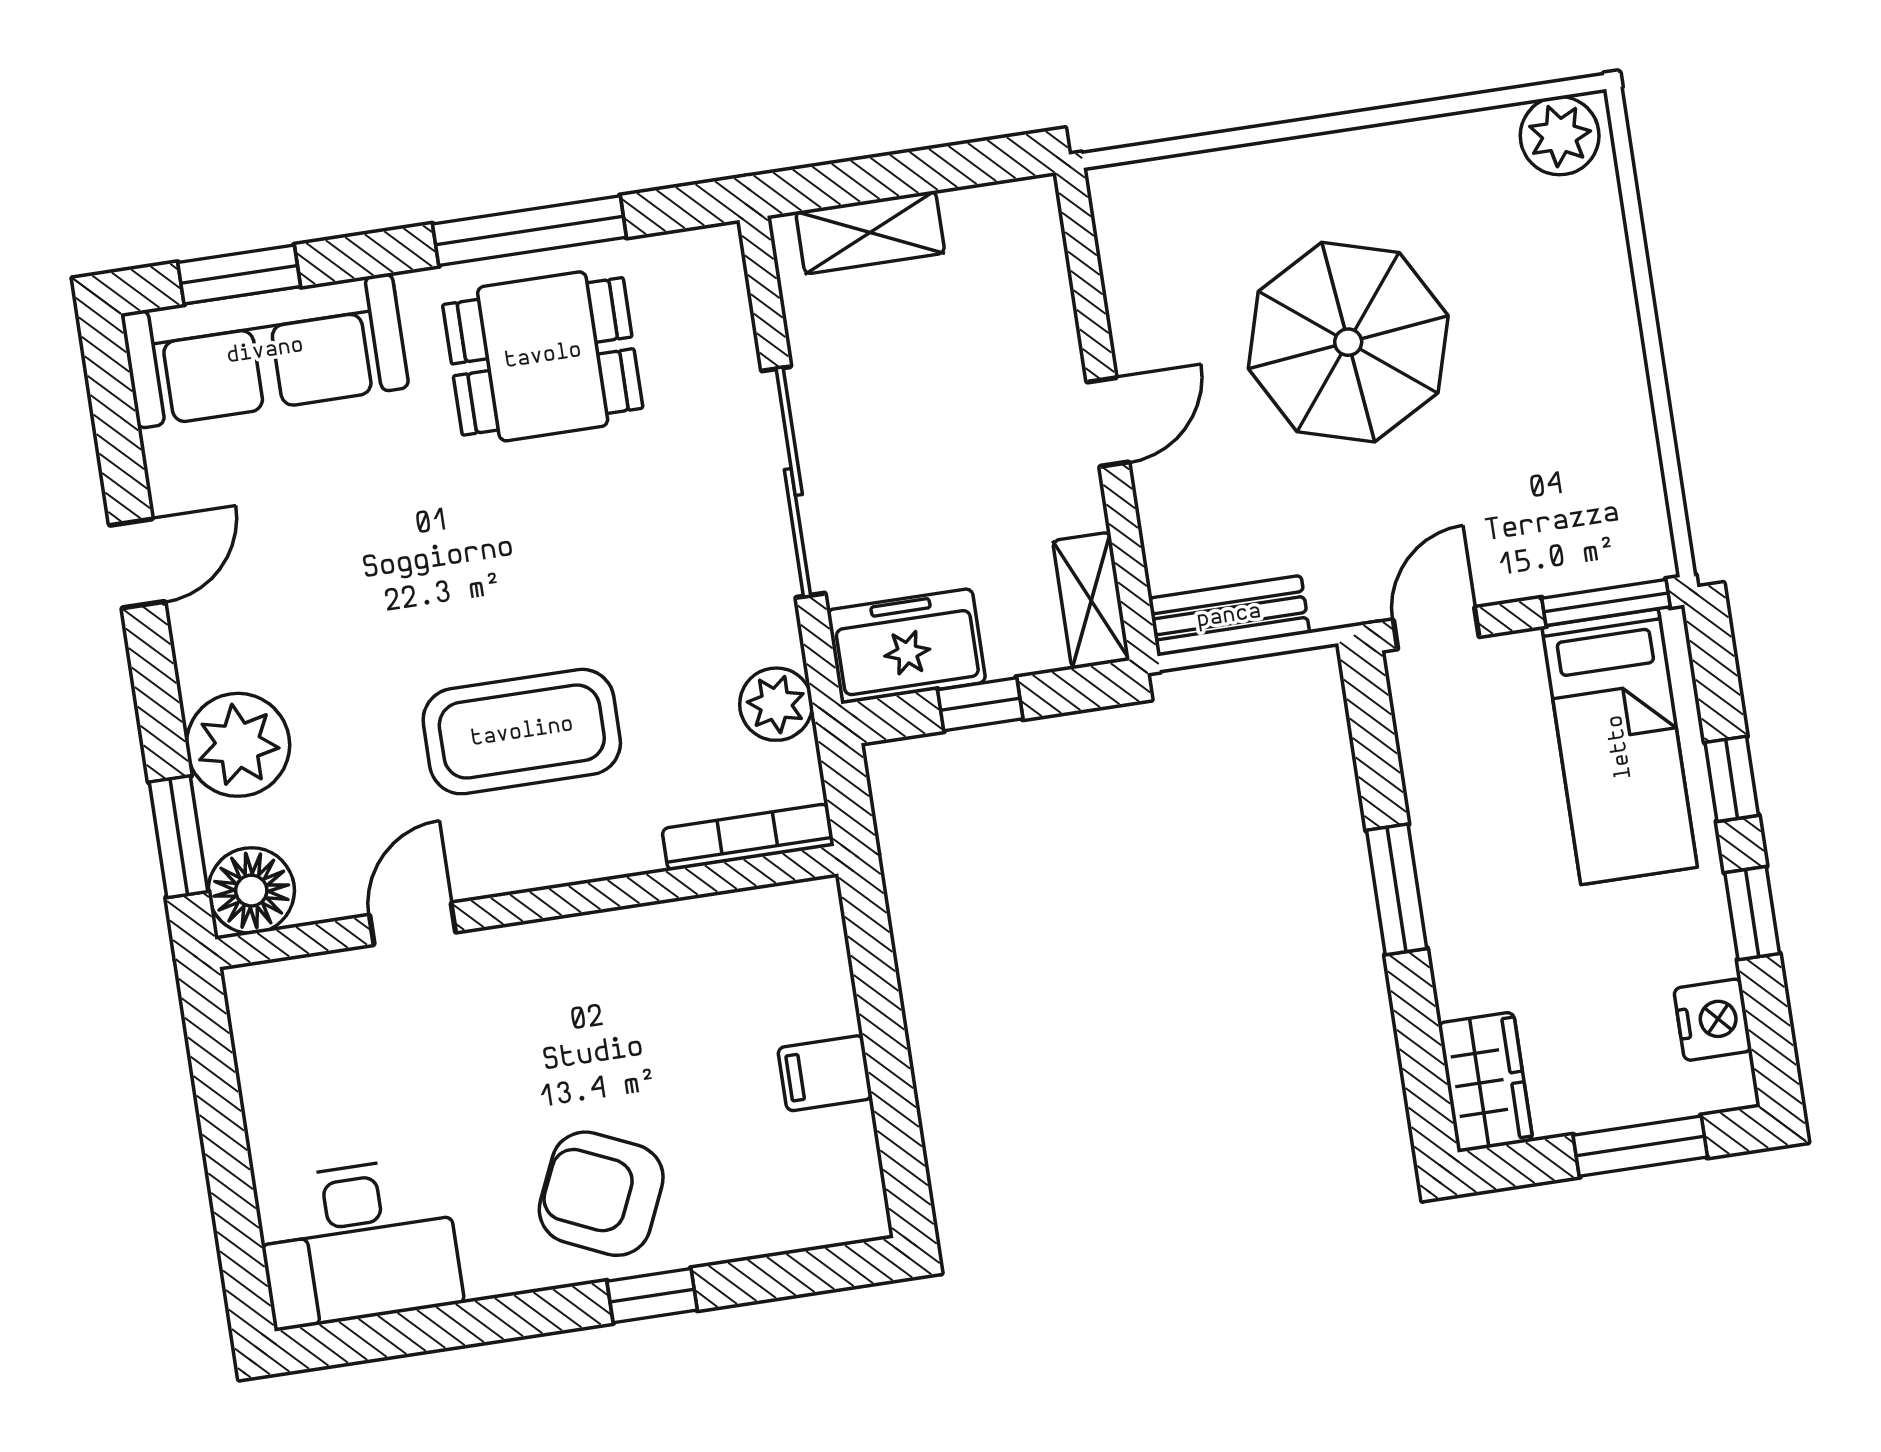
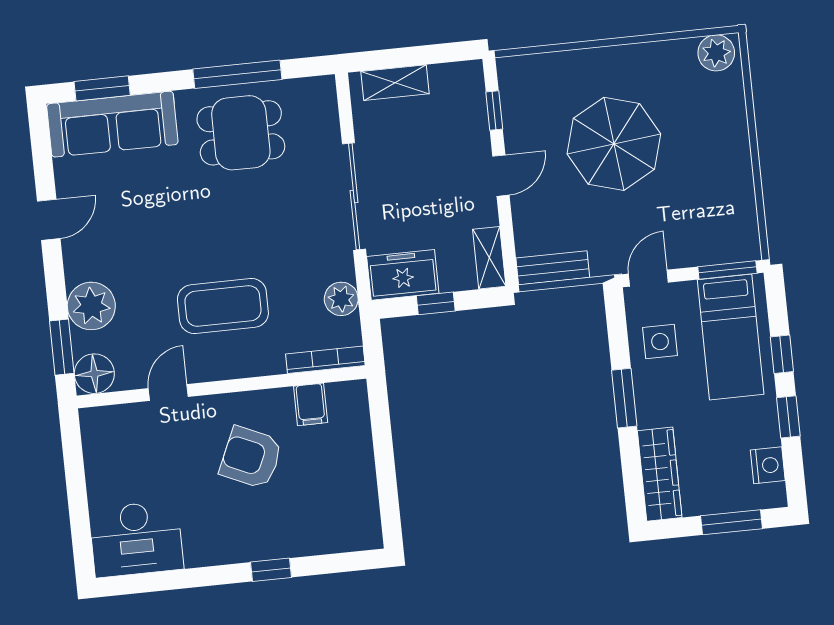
window: (1087, 282) -> (494, 110), added
side table: (1468, 764) -> (660, 342), added
filing cabinet: (825, 1073) -> (311, 404), moved, turned -90
wardrobe: (1485, 1082) -> (660, 474), width x1.50
armchair: (601, 1194) -> (251, 457), moved

